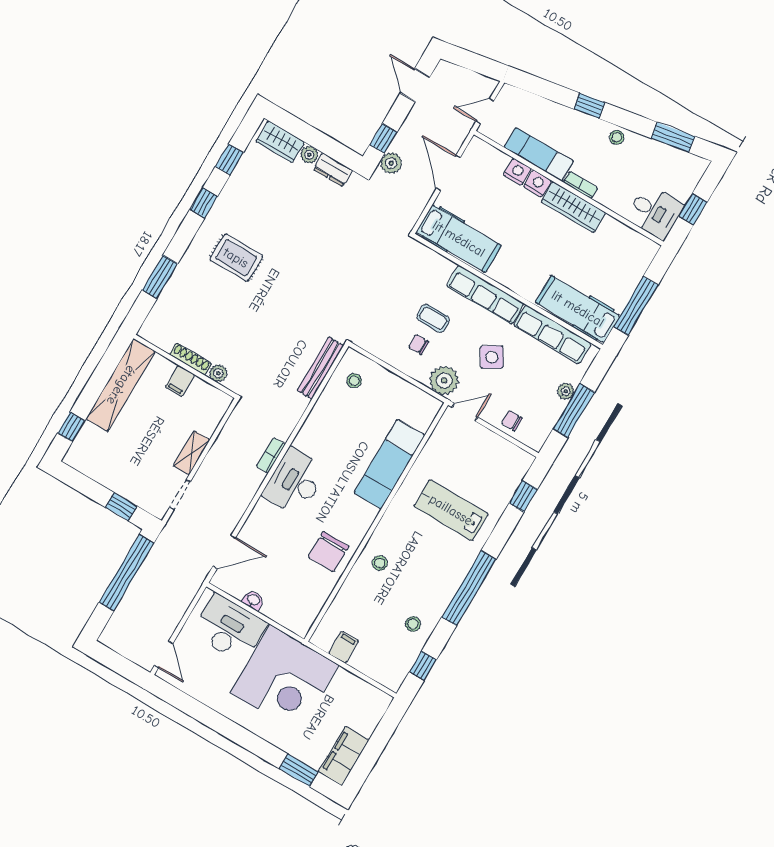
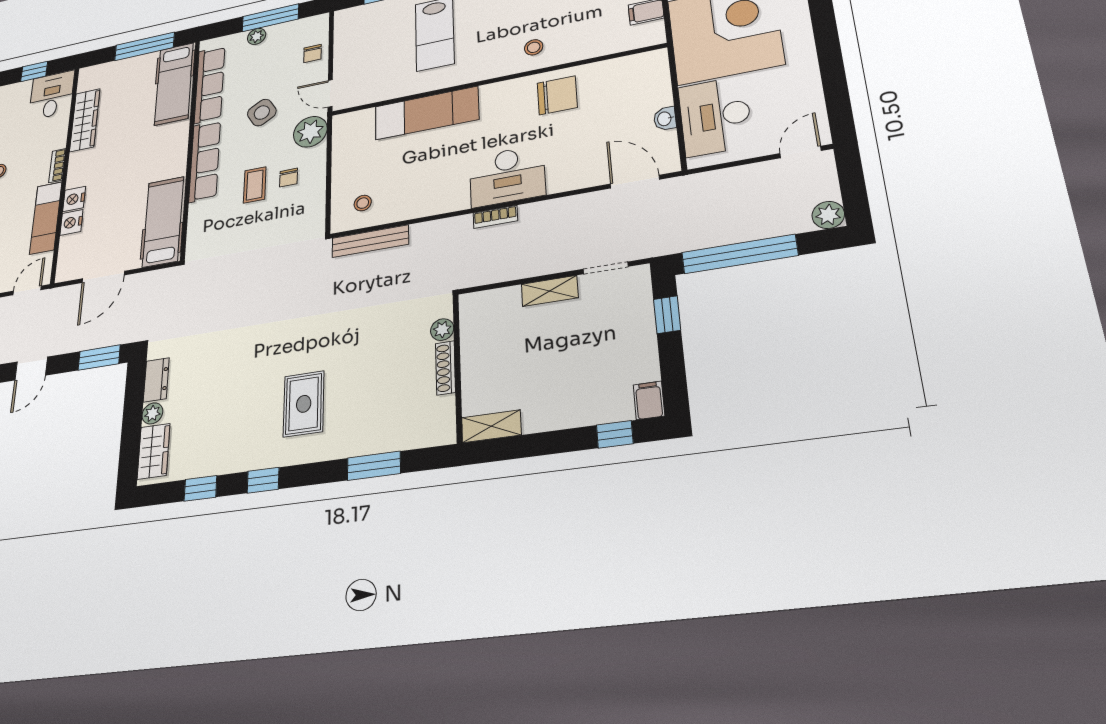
door: (485, 111) -> (27, 290), swing flipped
window: (383, 138) -> (99, 358), width x1.50
plant: (391, 163) -> (828, 215), moved
wardrobe: (574, 207) -> (85, 120), moved
filing cabinet: (180, 381) -> (649, 400), moved, turned -90
shelving: (121, 385) -> (491, 426), width x0.45, depth x0.75

